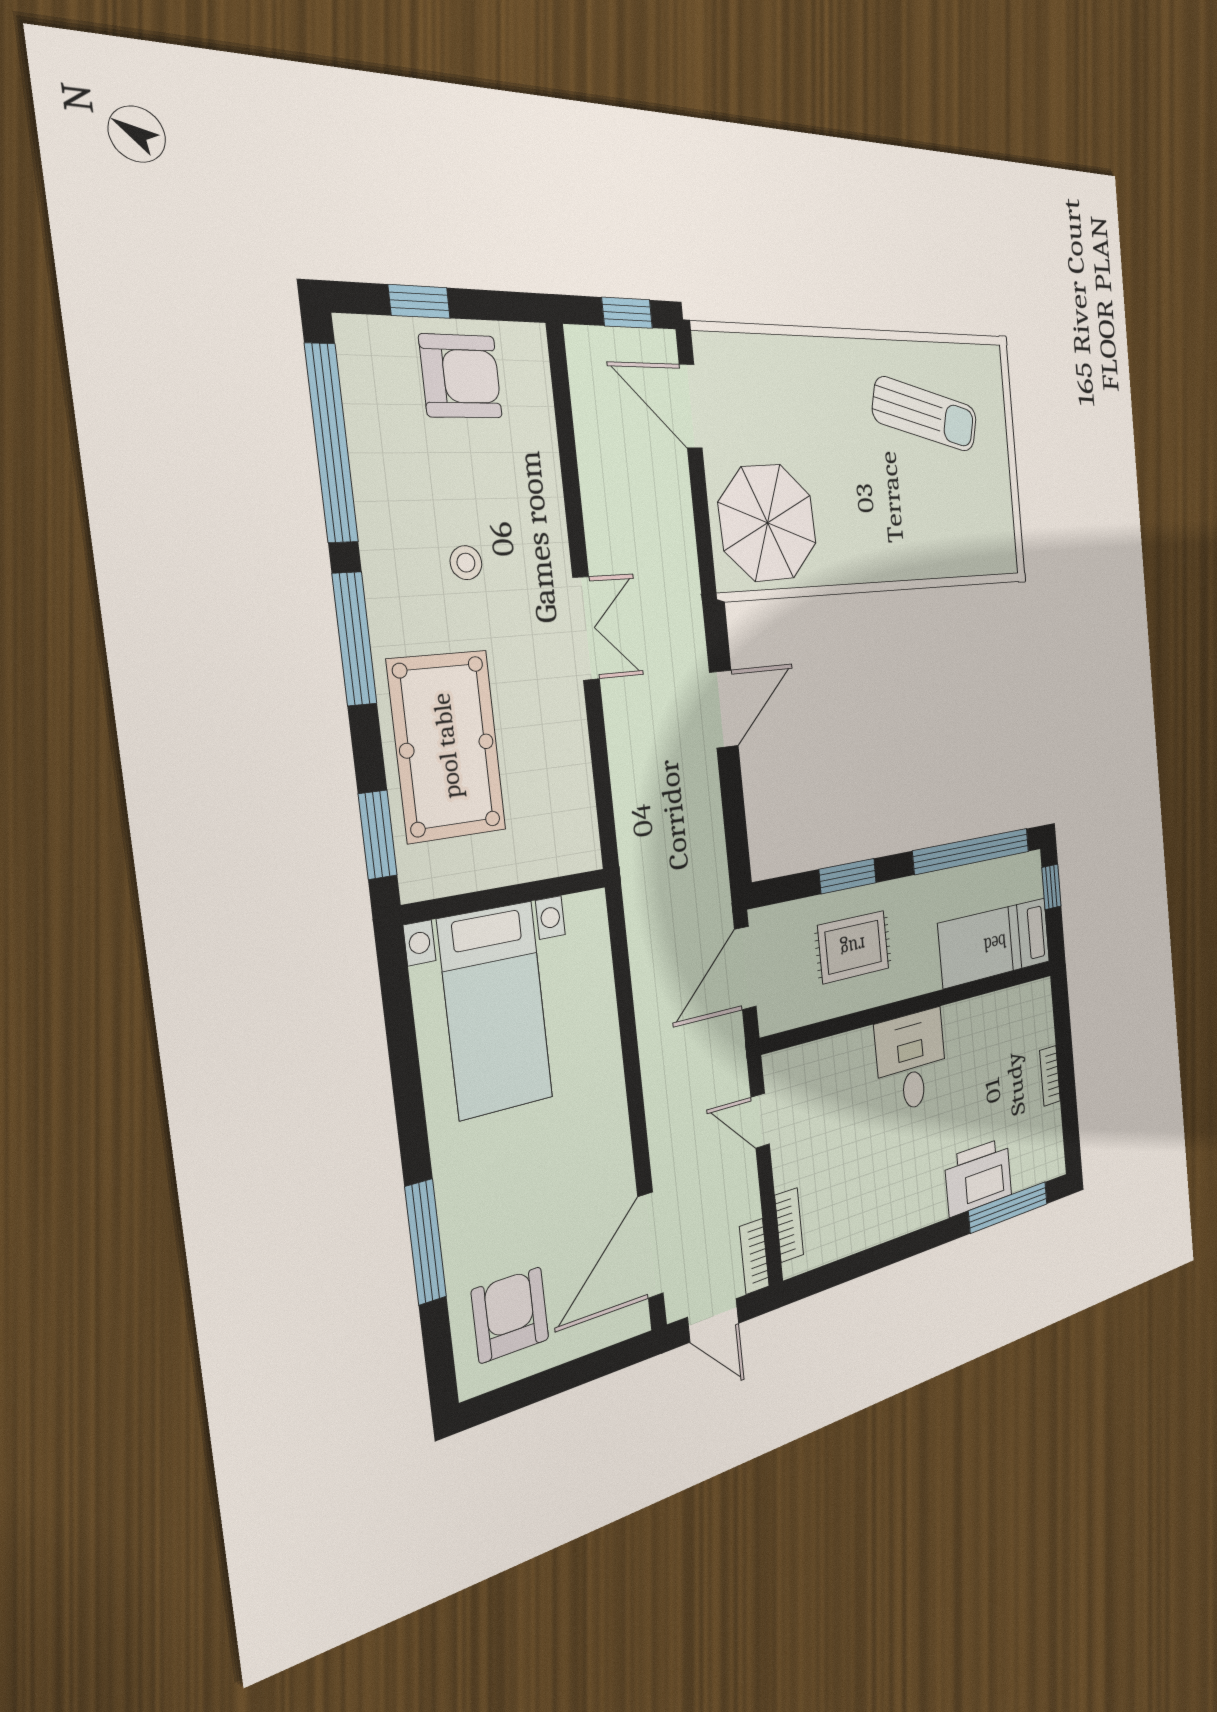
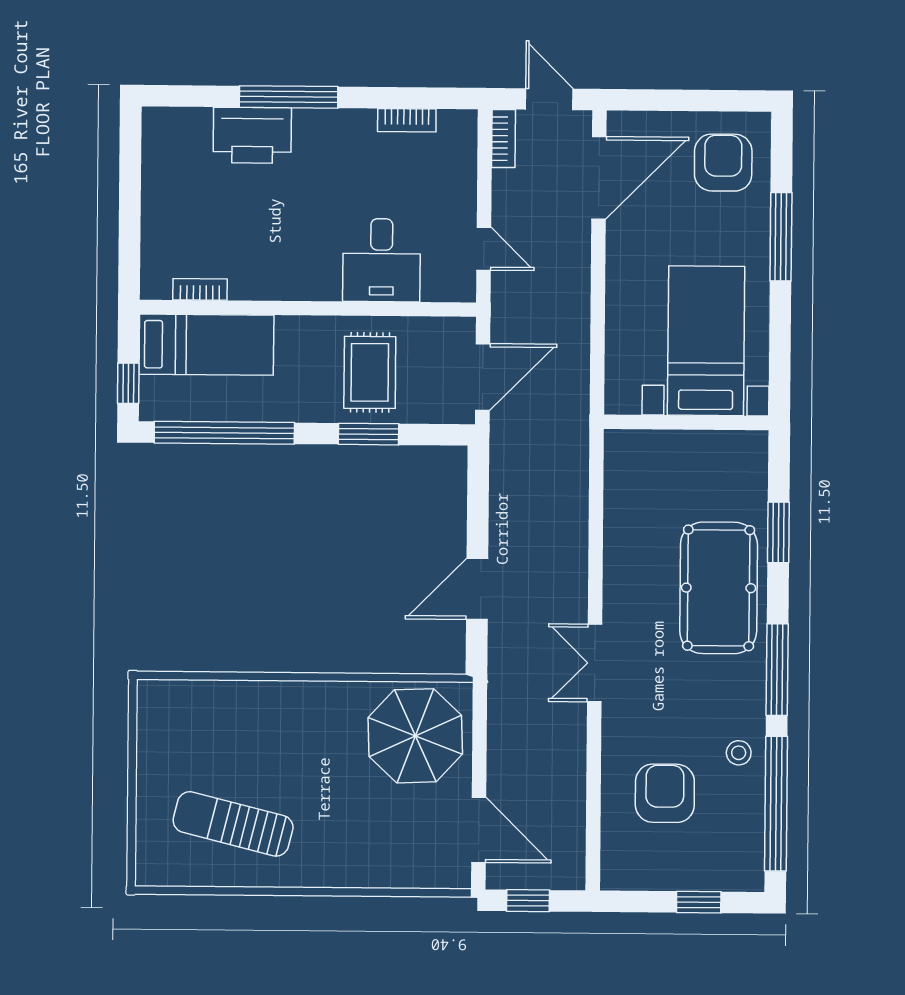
armchair: (461, 376) -> (665, 793), moved, turned 90
stool: (466, 563) -> (739, 753), moved
wall: (507, 896) -> (686, 422), moved
rug: (853, 947) -> (370, 372), turned 90
bed with nightstands: (496, 1010) -> (706, 341), moved
desk: (911, 1061) -> (382, 260), moved
bookcase: (1050, 1076) -> (200, 289), moved, turned -90
window: (1008, 1207) -> (289, 97), moved
bookcase: (789, 1225) -> (407, 120), moved, turned -90
armchair: (510, 1315) -> (723, 163), turned 180

